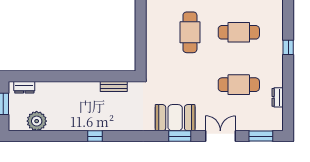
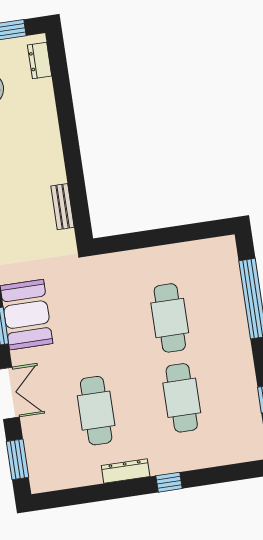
cafe table: (190, 32) -> (170, 318), turned 90
dresser: (278, 97) -> (126, 471), moved, width x1.44

